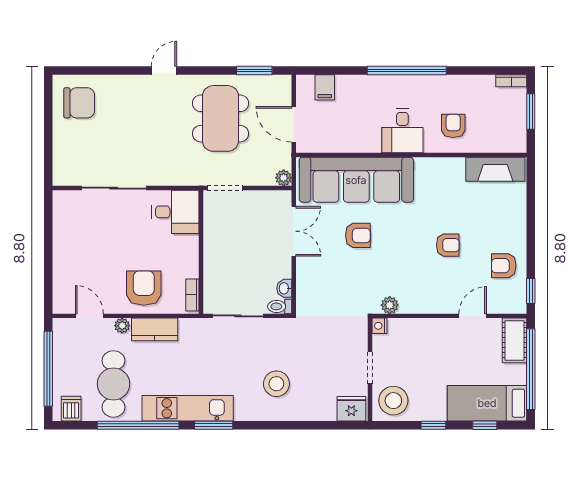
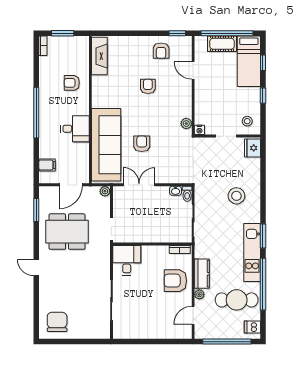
desk: (402, 131) -> (75, 129), moved
cot: (515, 340) -> (222, 44), moved
stool: (393, 401) -> (247, 121), width x0.53, depth x0.53

